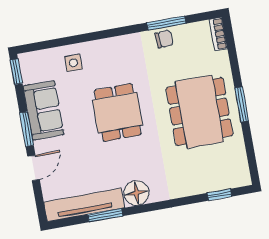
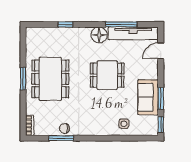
dining table: (118, 113) -> (107, 75), moved, turned 90
window: (27, 129) -> (161, 98), moved
door: (34, 168) -> (161, 51), moved
window: (219, 195) -> (65, 24), moved
window: (105, 215) -> (121, 24), width x1.44

